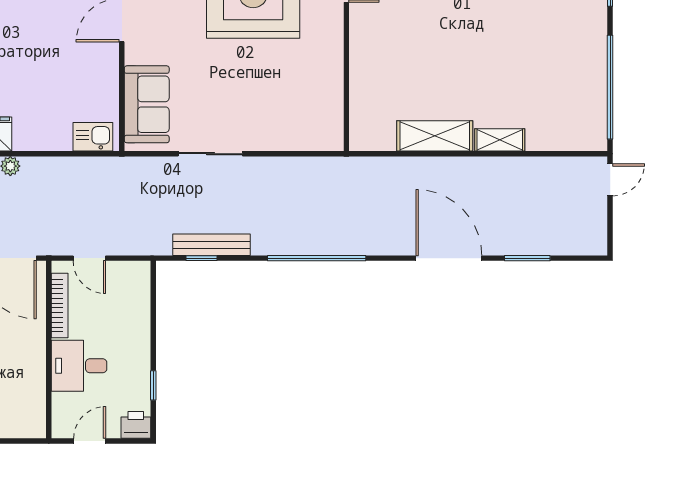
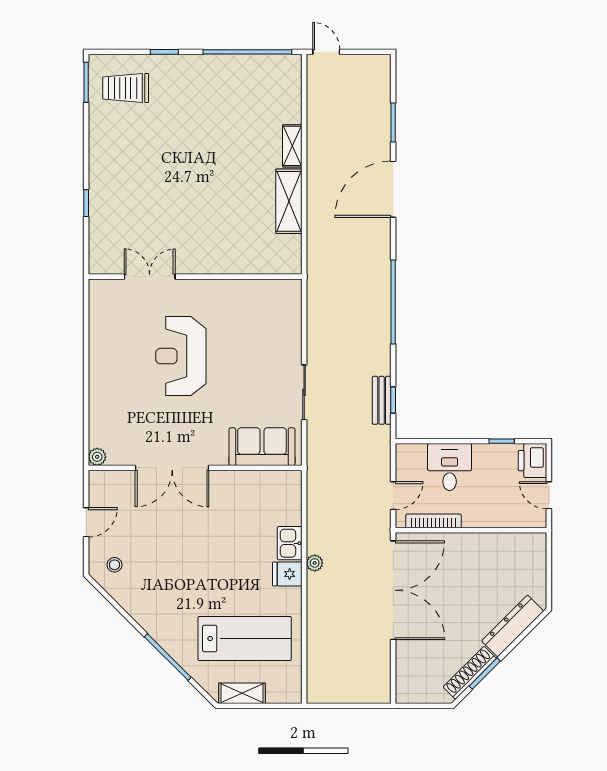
kitchen sink: (93, 137) -> (290, 543), moved
bench: (211, 245) -> (382, 400), width x0.73
desk: (79, 366) -> (450, 467), moved, turned 180
printer: (136, 425) -> (532, 461), width x1.36, depth x1.24

